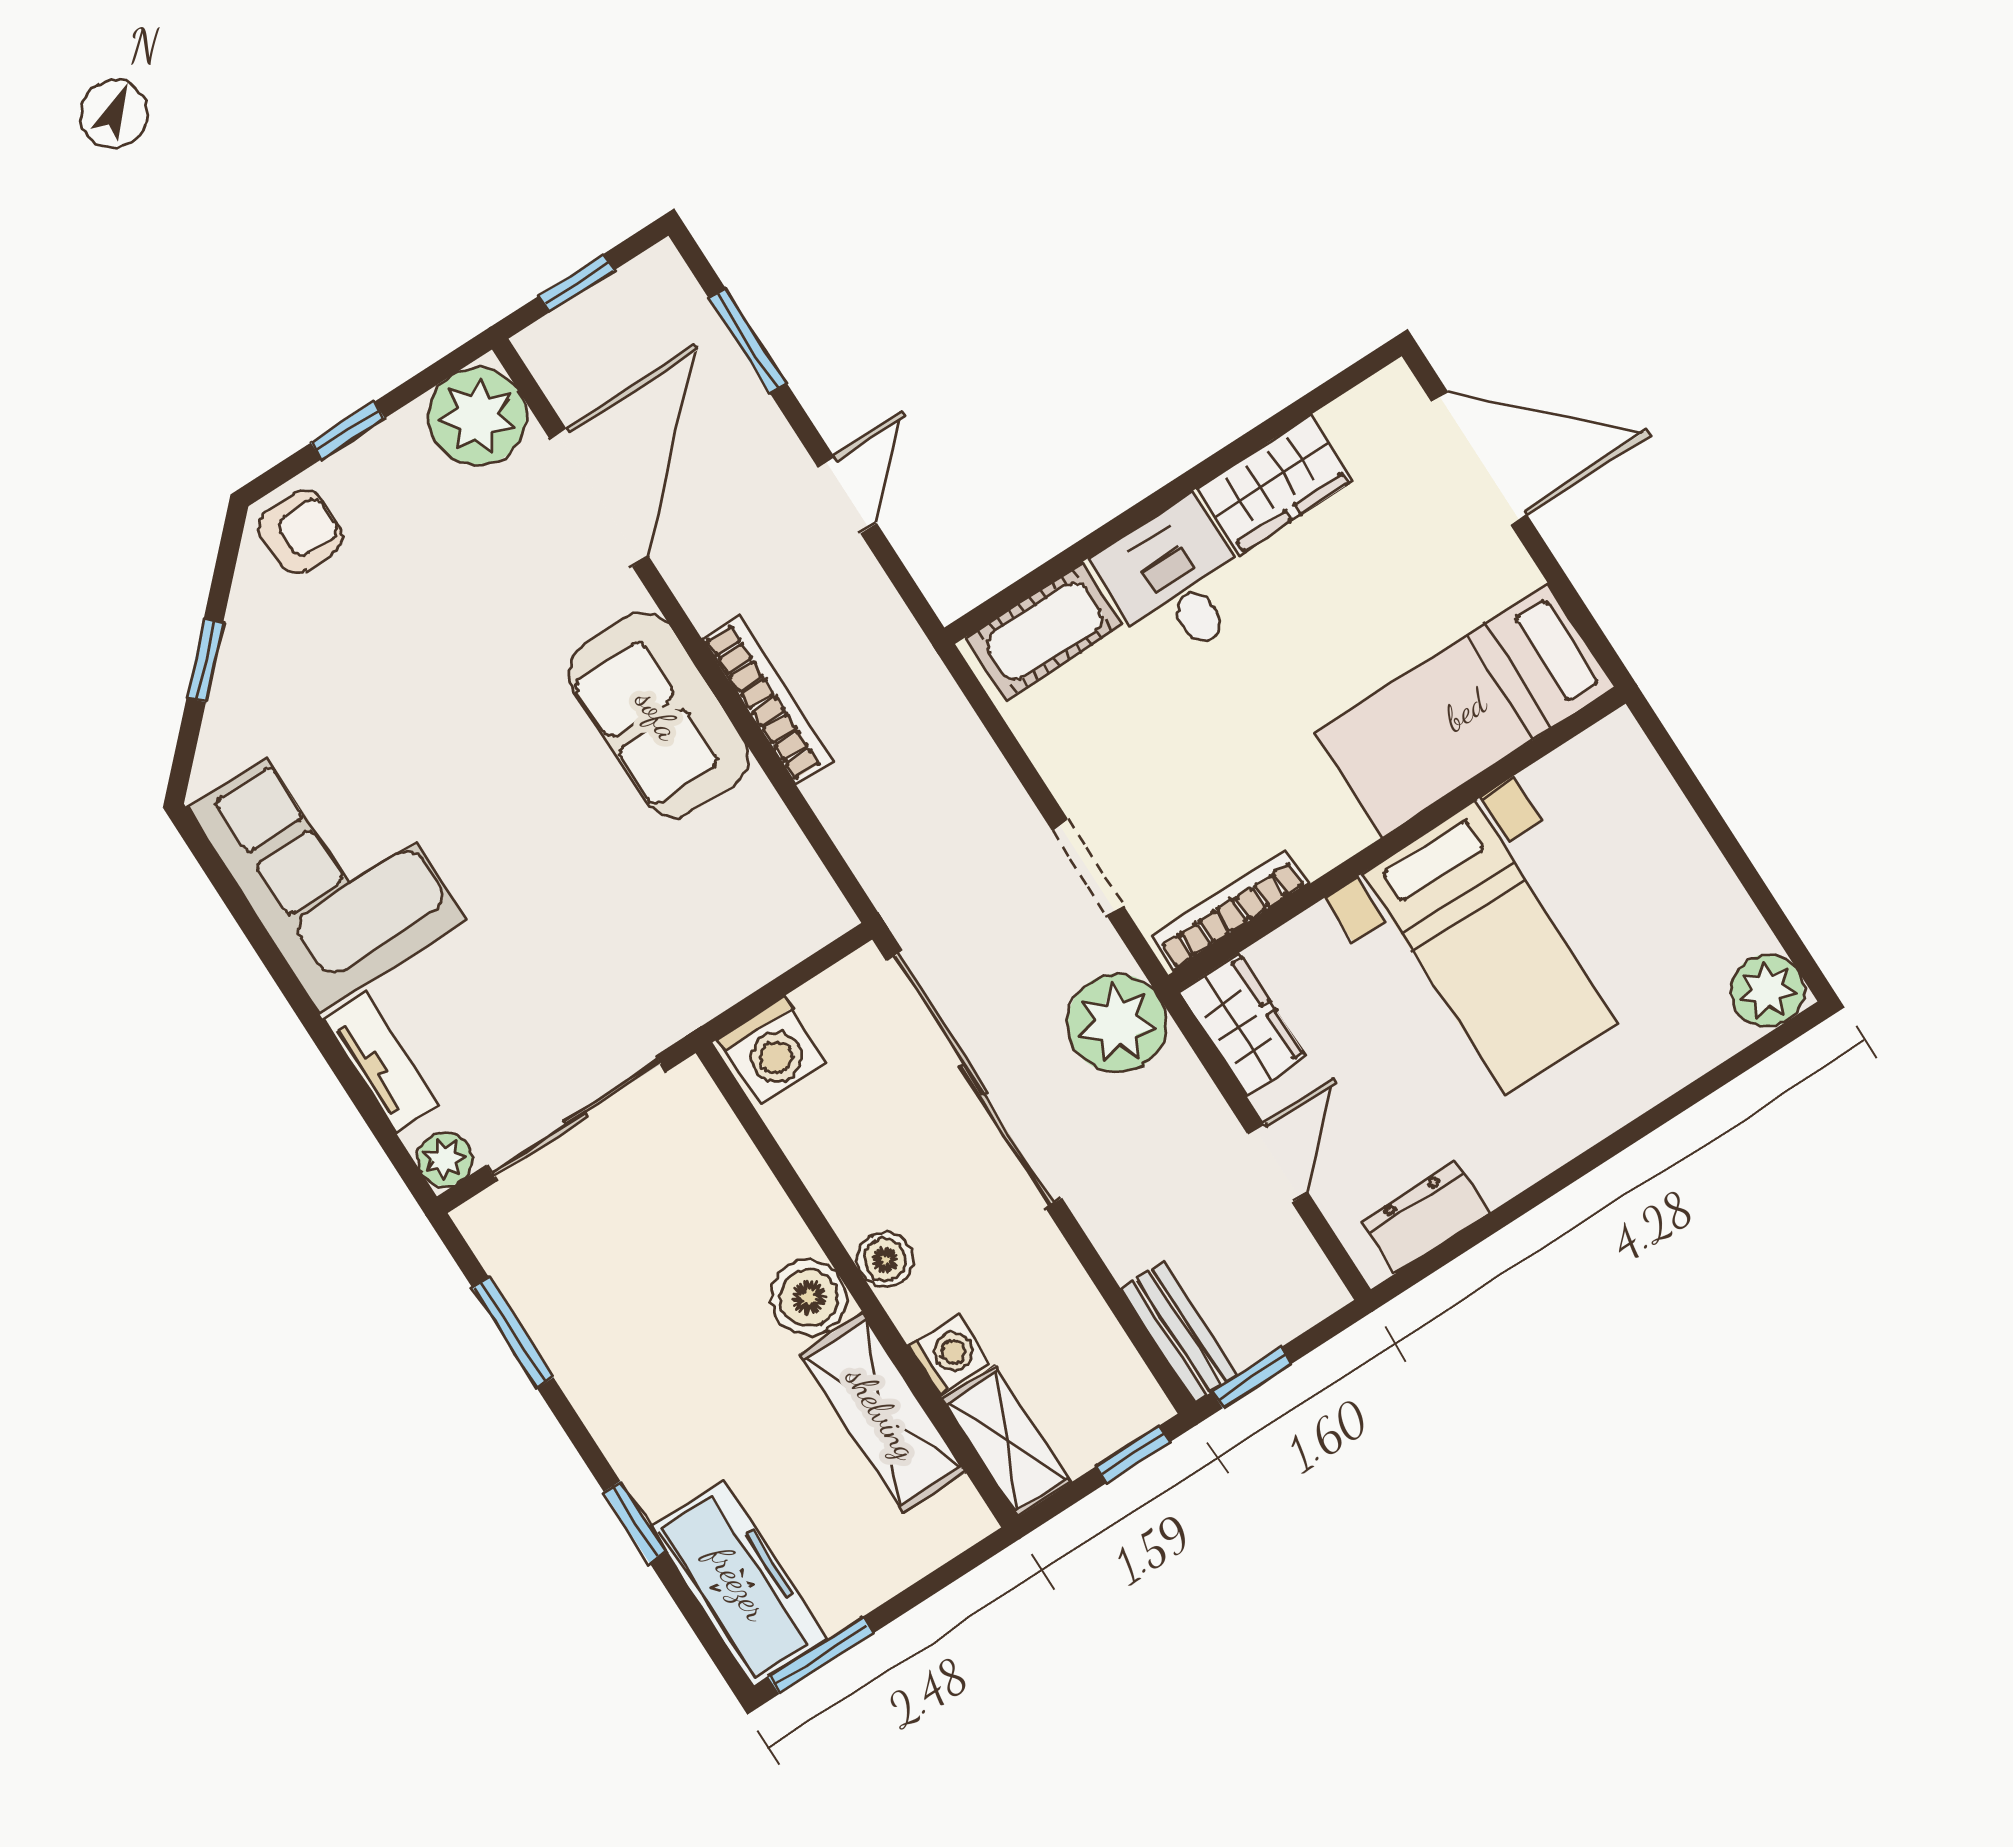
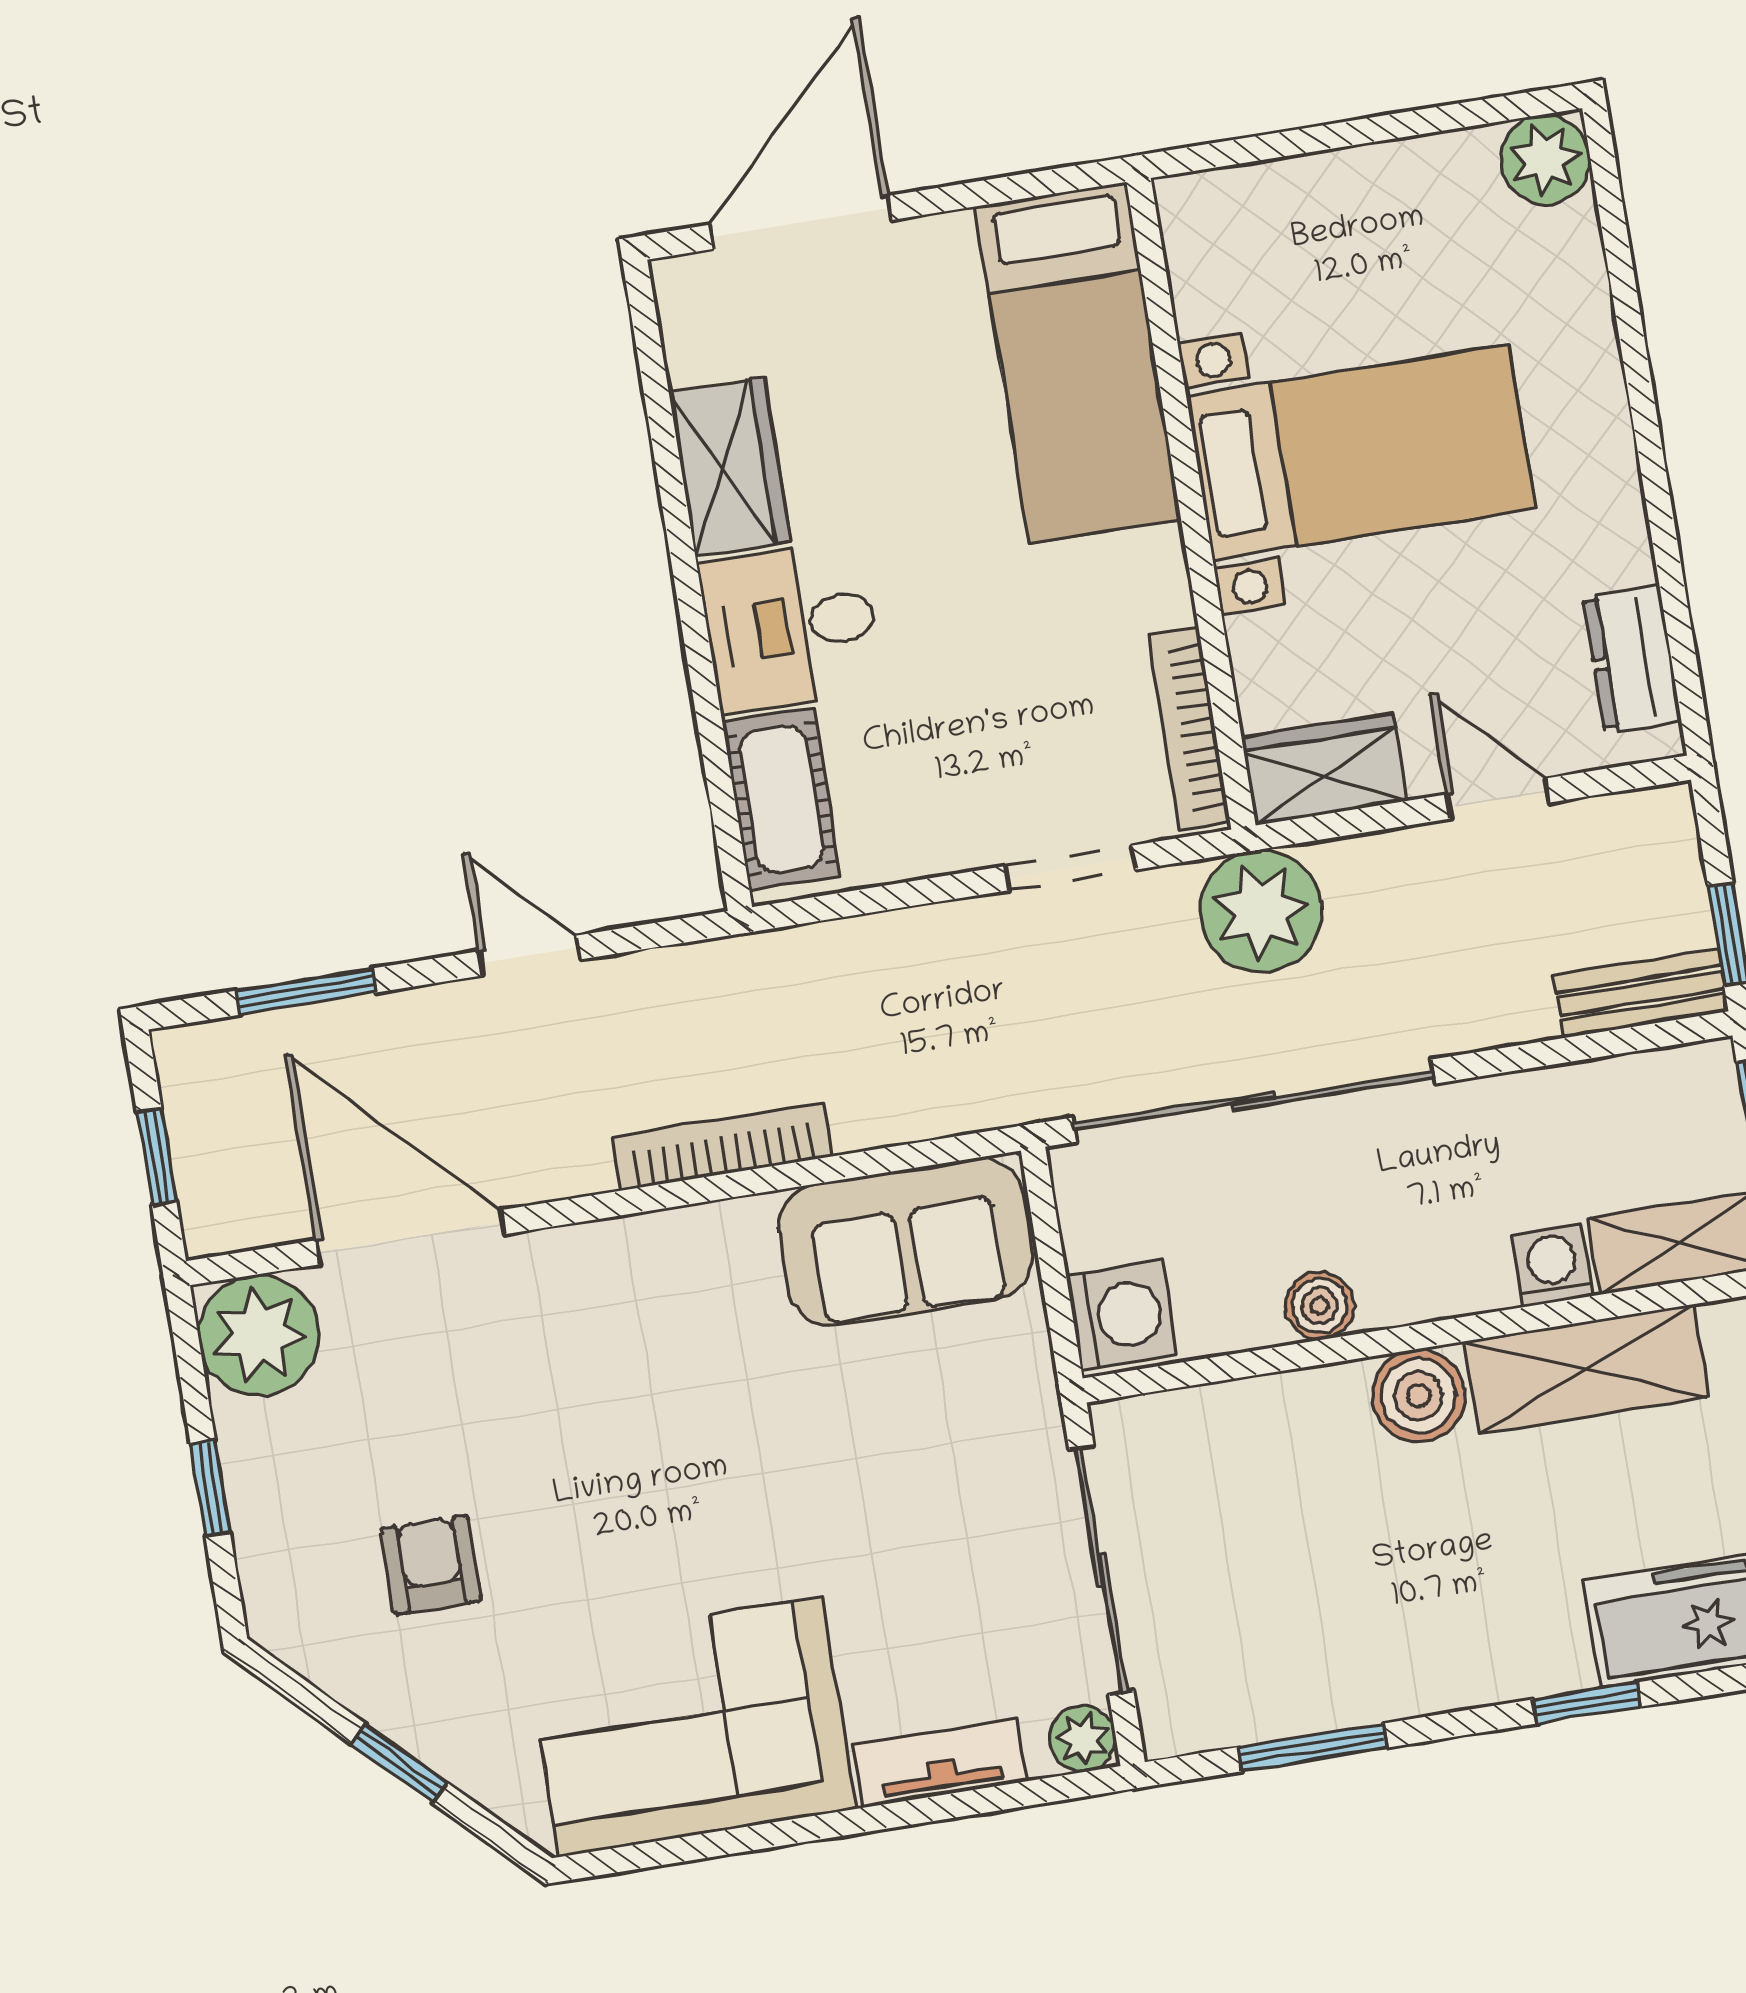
armchair: (300, 532) -> (431, 1565), moved
sofa: (659, 715) -> (906, 1242), moved
boiler: (885, 1260) -> (1320, 1306), moved

